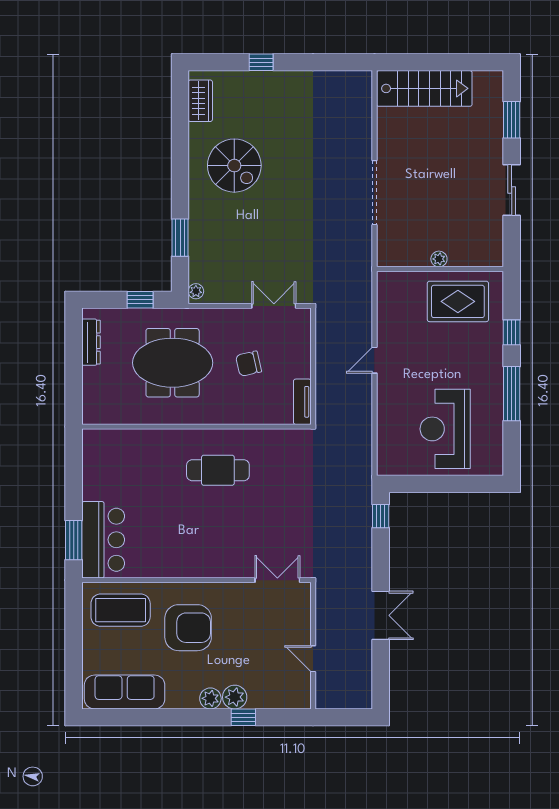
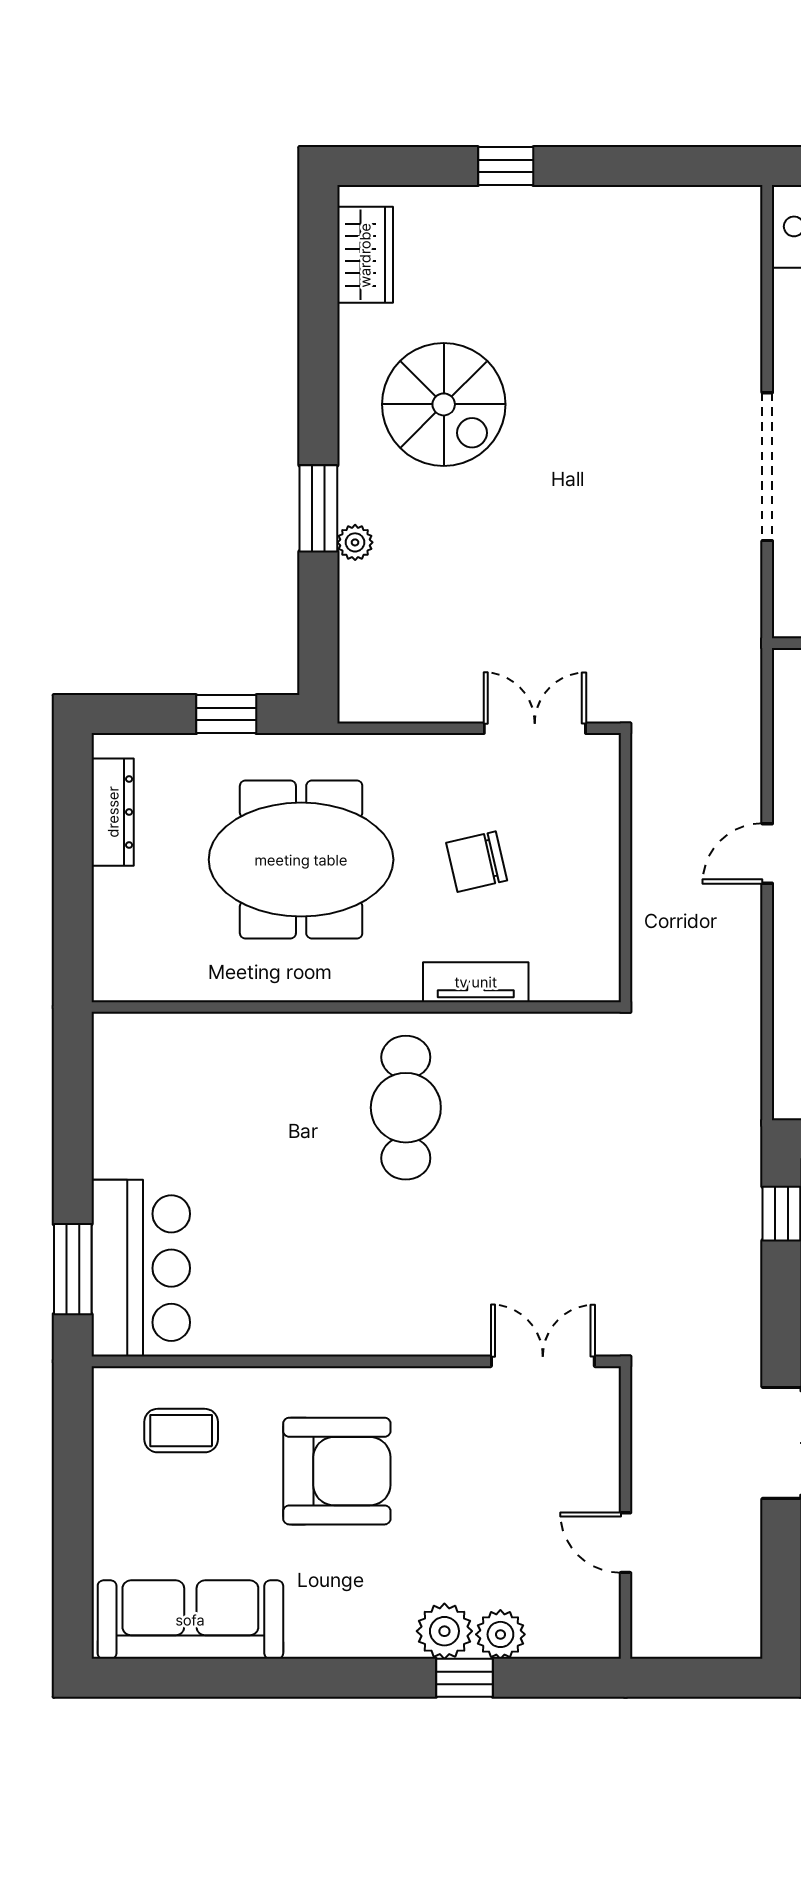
window: (180, 238) -> (318, 508), moved
plant: (196, 291) -> (355, 542), moved
tv unit: (302, 402) -> (476, 982), moved, turned 90
cafe table: (218, 470) -> (406, 1108), turned 90
coffee table: (121, 610) -> (181, 1431), width x0.54, depth x0.58
plant: (210, 698) -> (500, 1634), moved

